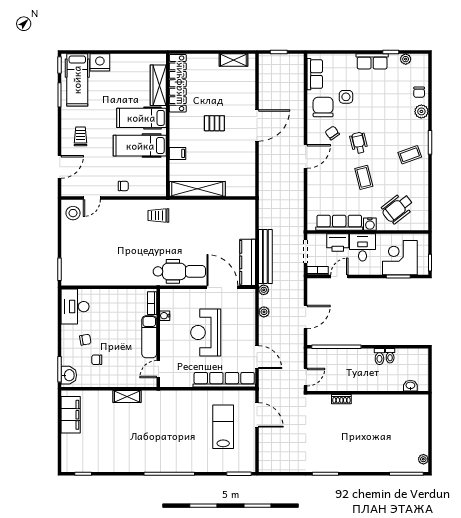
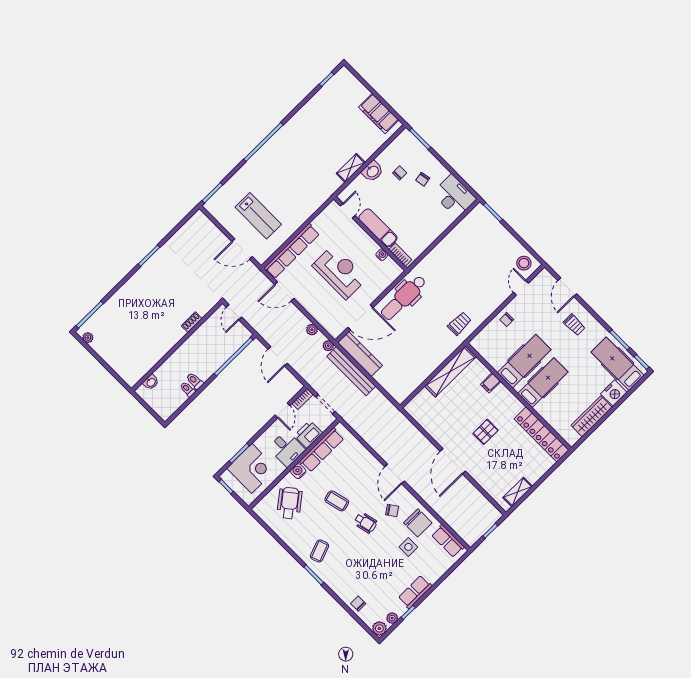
wardrobe: (158, 85) -> (592, 416), moved, turned -90
plant: (421, 111) -> (379, 628), moved
washbasin: (69, 375) -> (372, 171), moved, turned -90

